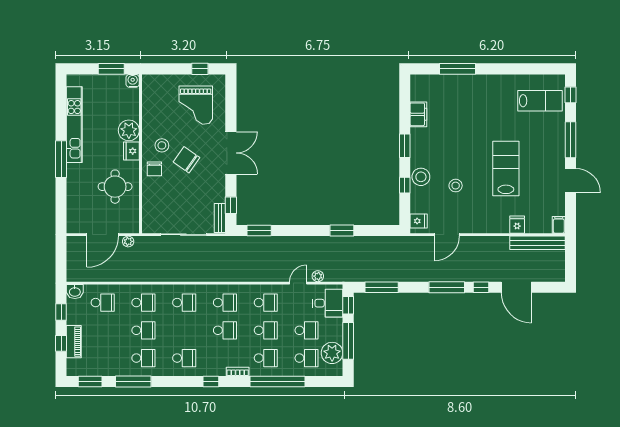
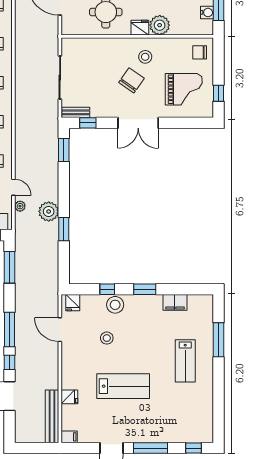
water cooler: (133, 81) -> (207, 12), moved
lab bench: (540, 101) -> (185, 361), moved
grand piano: (196, 105) -> (184, 89), turned 180
chair: (154, 169) -> (200, 52), moved
plant: (128, 241) -> (49, 211), moved, width x1.87, depth x1.87

